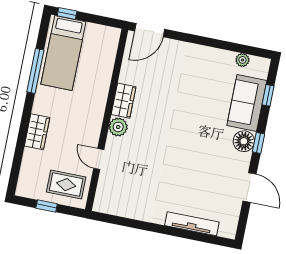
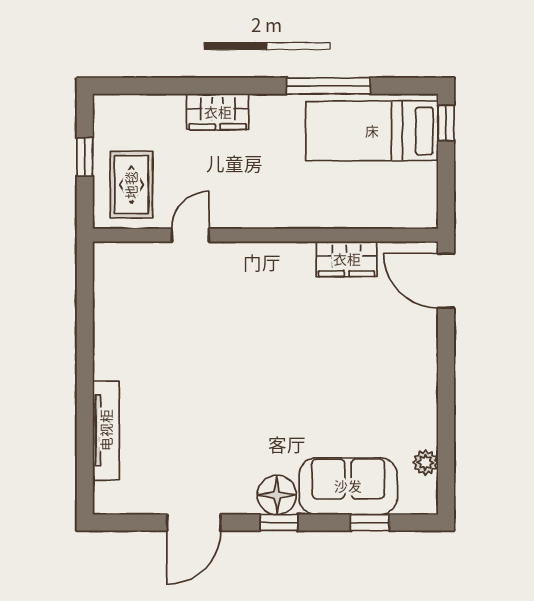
wardrobe: (124, 101) -> (347, 259), moved
plant: (118, 127) -> (256, 259), removed

